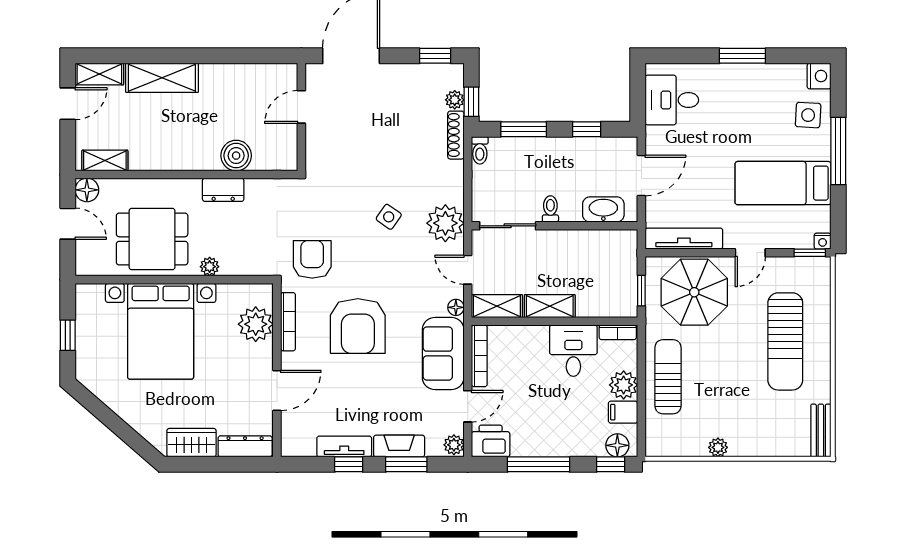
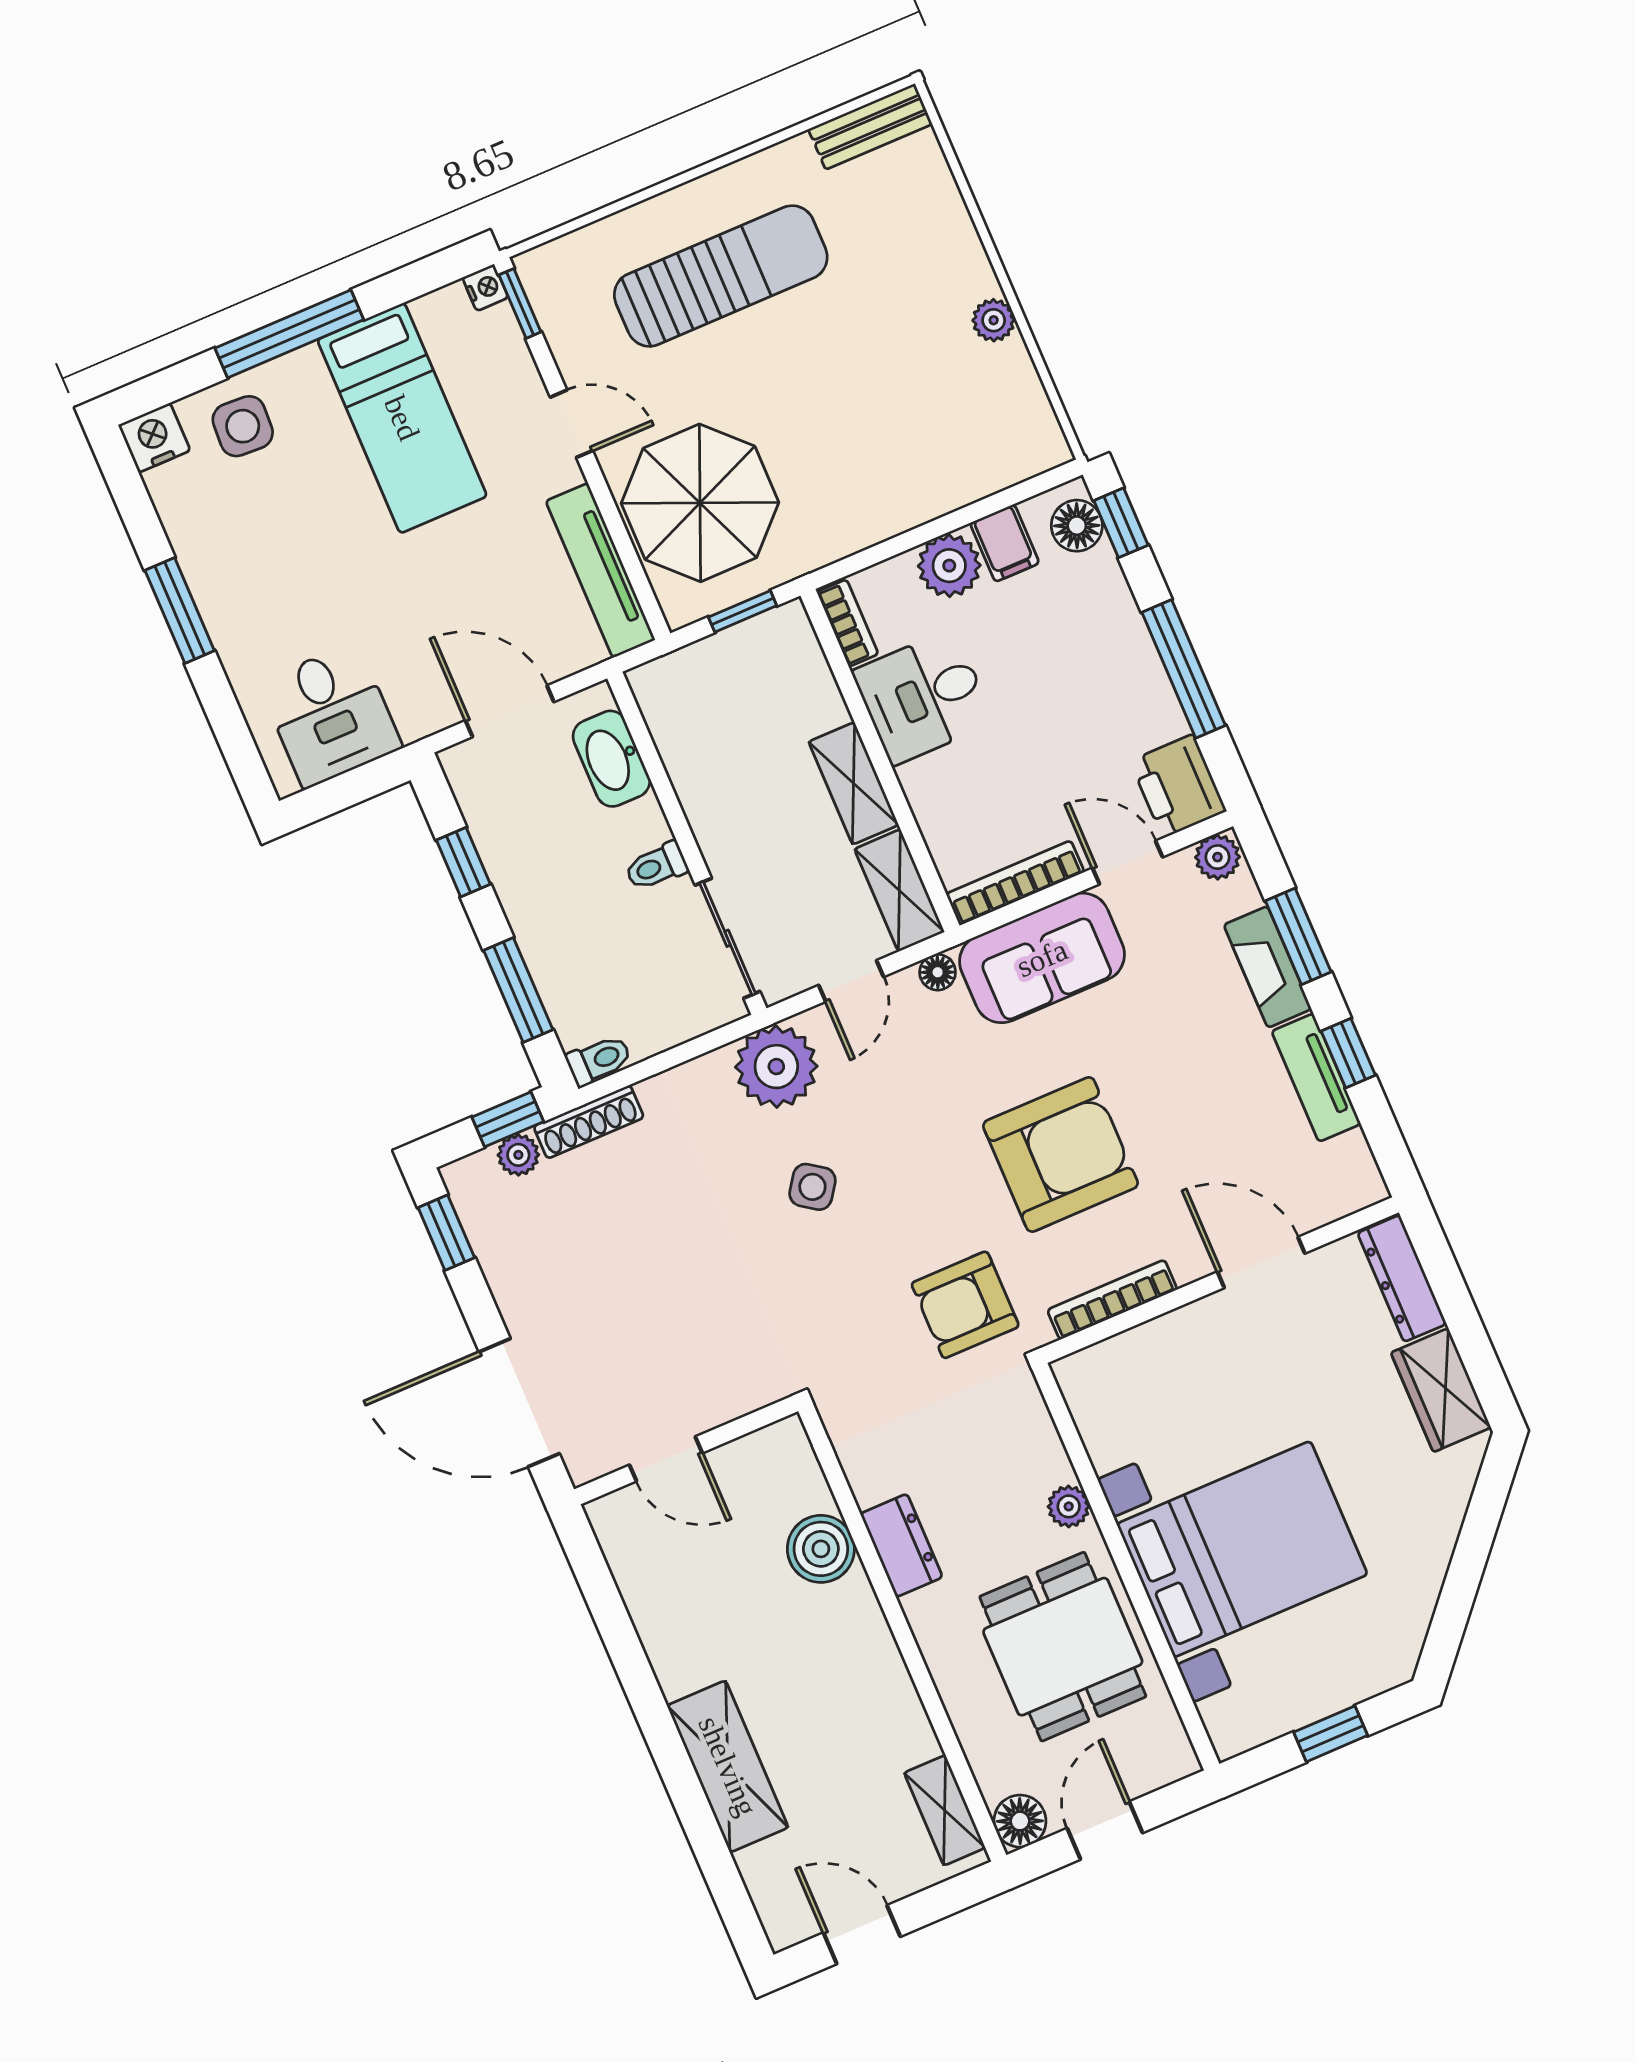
shelving: (99, 74) -> (775, 1896), removed
plant: (256, 324) -> (1145, 1363), removed
sun lounger: (668, 377) -> (894, 483), removed

